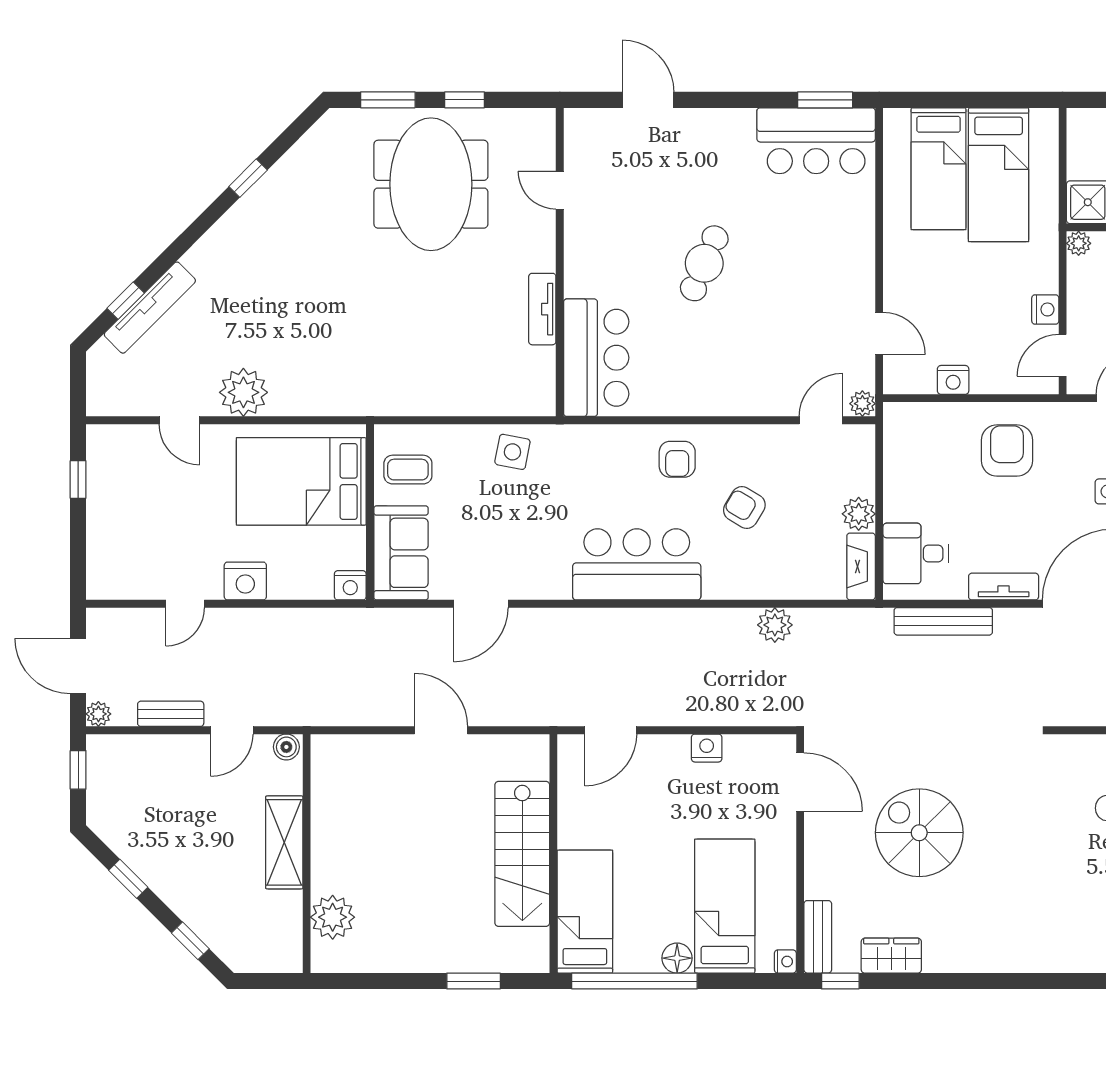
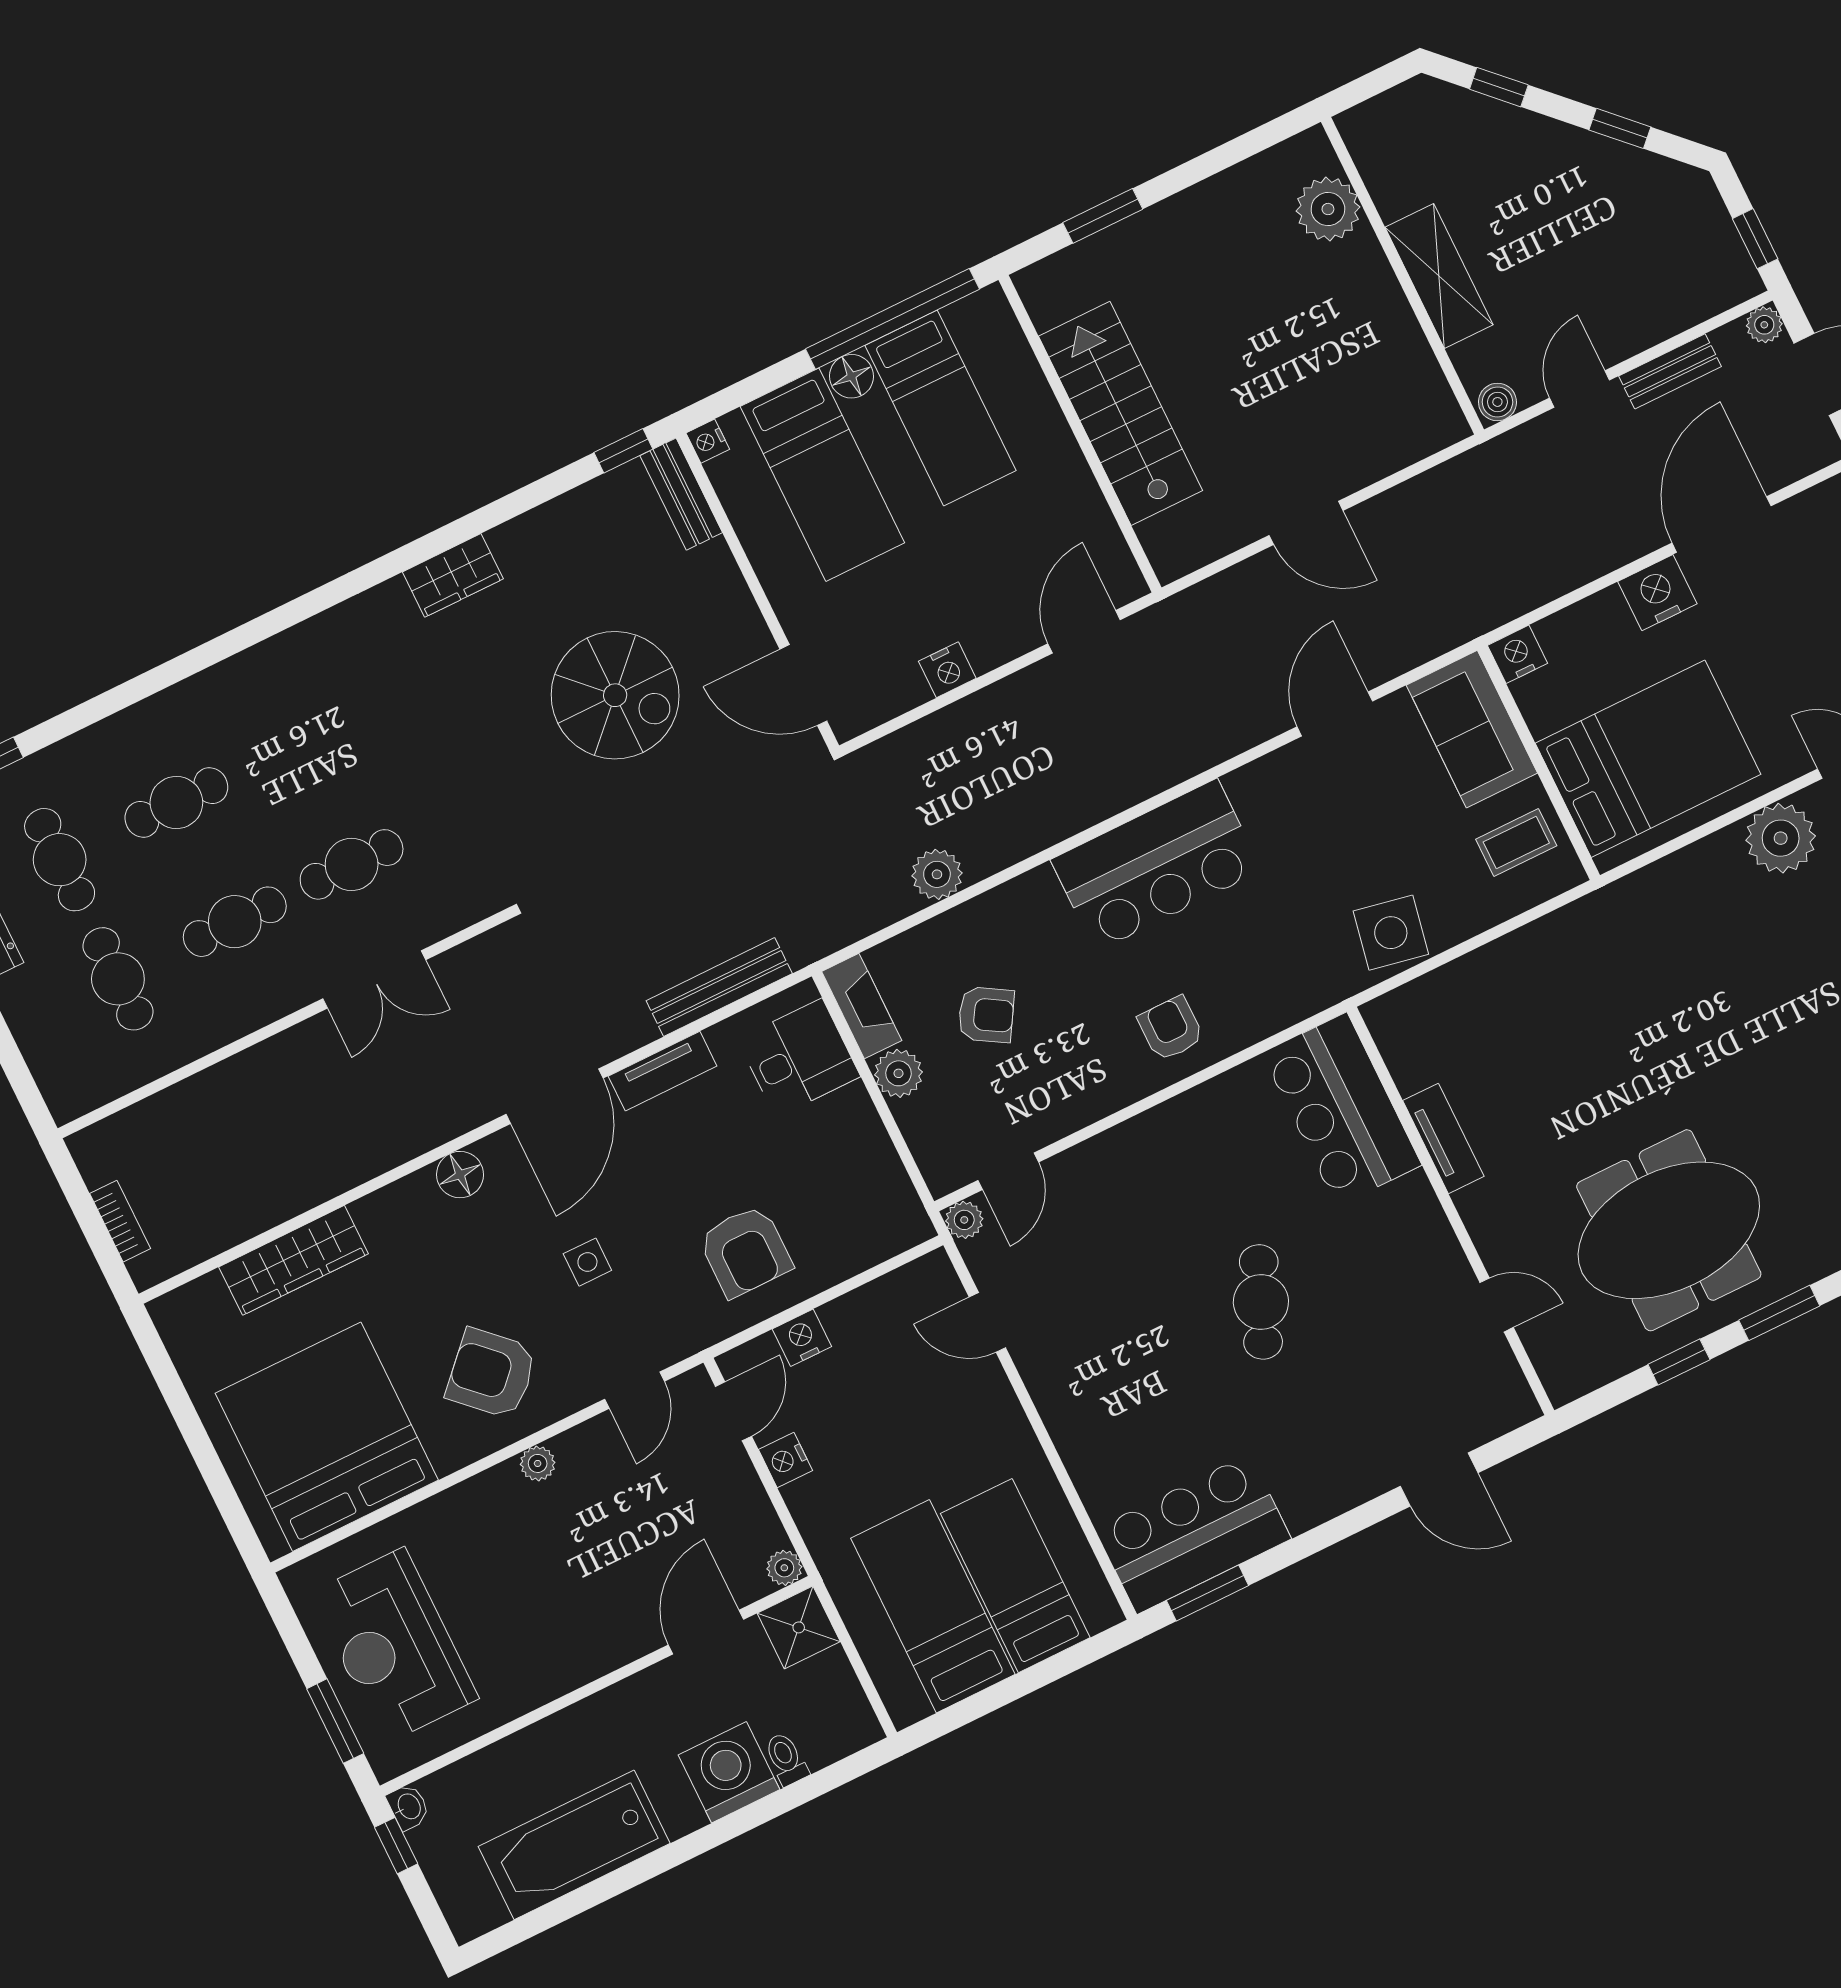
meeting table: (431, 184) -> (1669, 1230), turned 90
nightstand: (953, 380) -> (802, 1338), moved
side table: (512, 452) -> (1391, 933), width x1.37, depth x1.37
armchair: (744, 508) -> (986, 1015), moved
door: (185, 604) -> (1722, 524), width x1.87
bed: (585, 912) -> (940, 408), moved
wardrobe: (891, 956) -> (453, 575), moved

